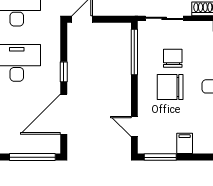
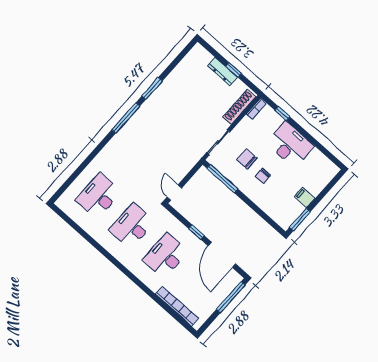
chair: (170, 87) -> (263, 176), width x0.54, depth x0.54
door: (134, 126) -> (267, 219), removed

